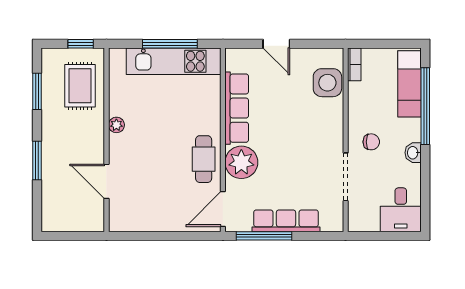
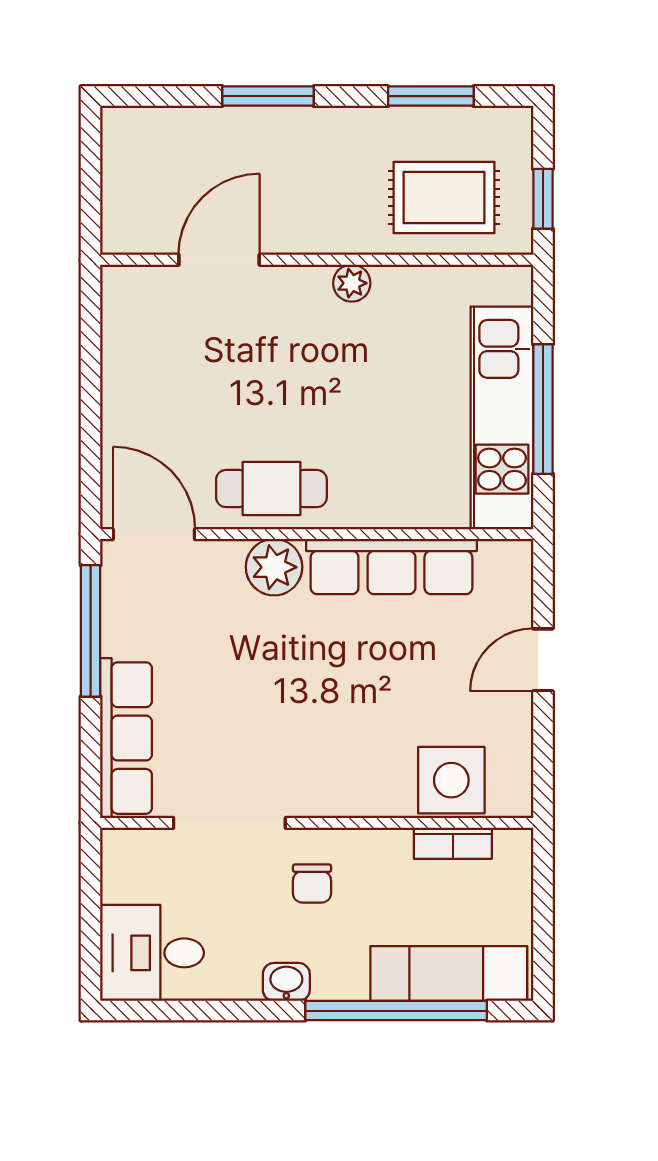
bookcase: (354, 64) -> (453, 843), moved
plant: (241, 162) -> (274, 567), width x0.73, depth x0.73
row of seats: (286, 221) -> (126, 738), moved

